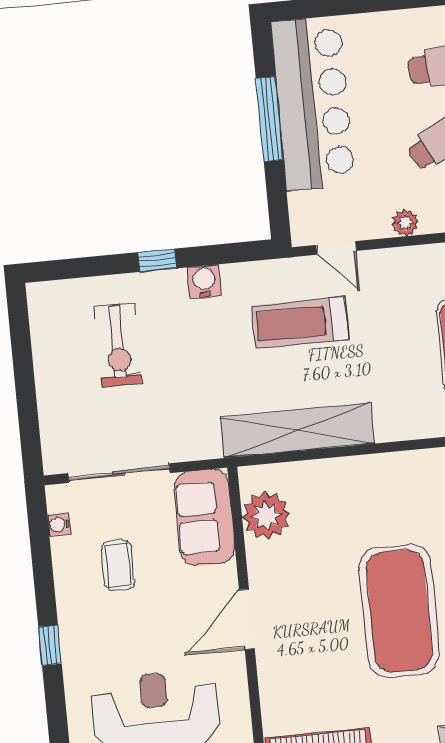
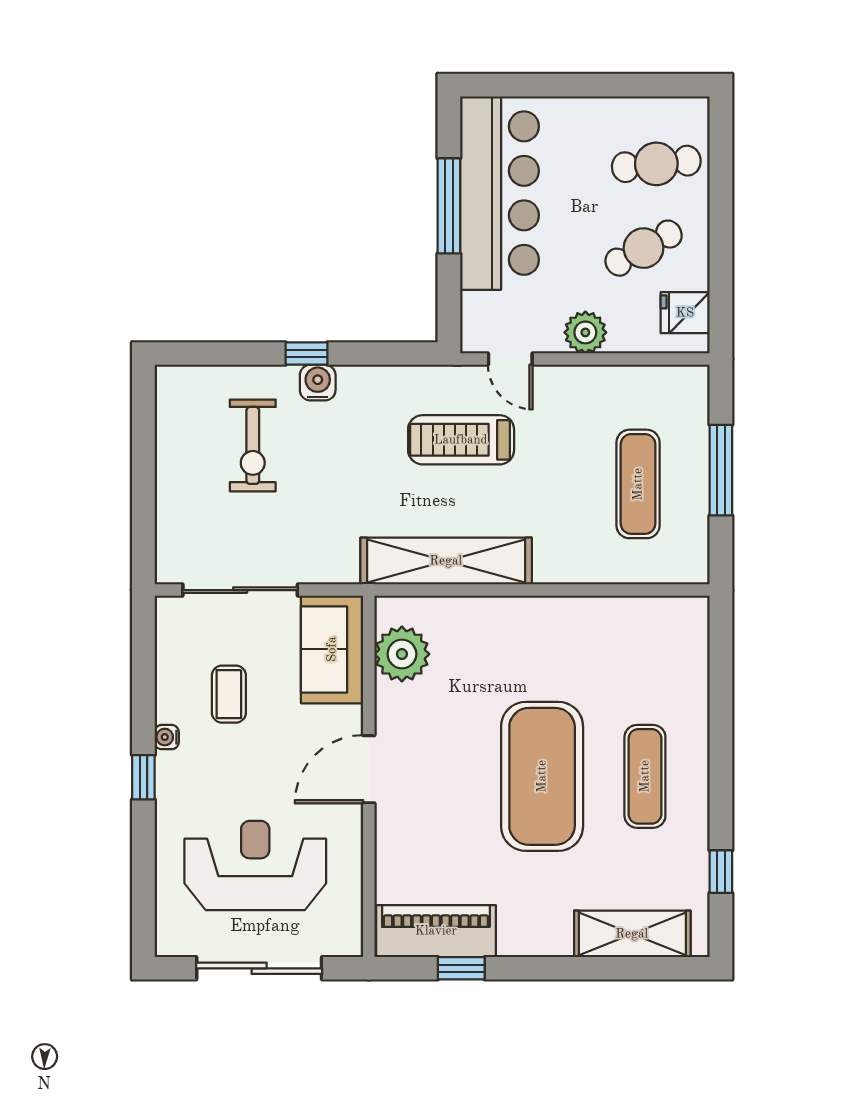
plant: (405, 223) -> (585, 332), width x1.38, depth x1.38
water cooler: (204, 281) -> (318, 383), moved
water cooler: (59, 524) -> (167, 737), moved

